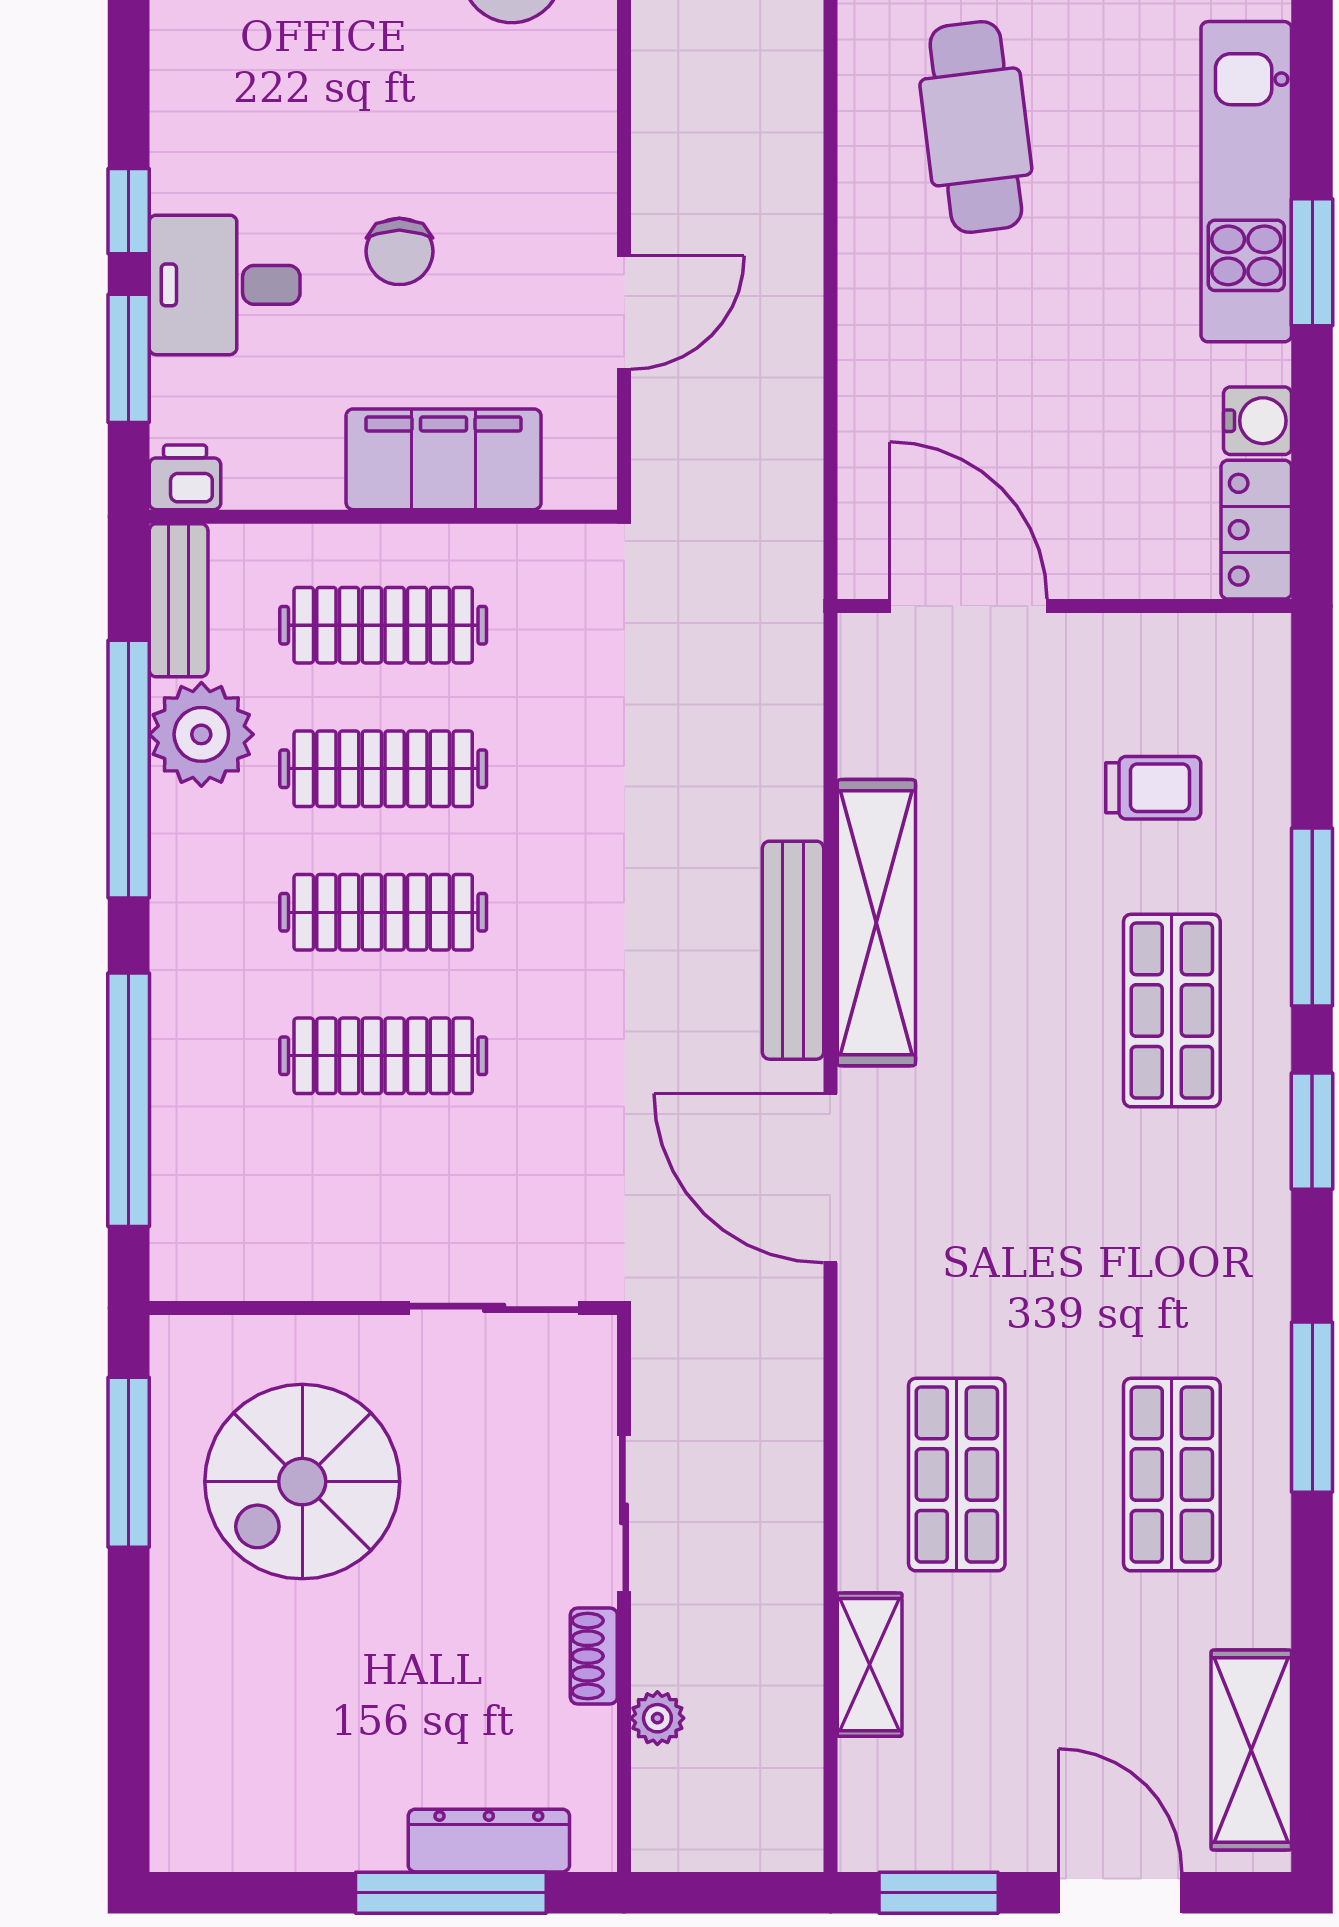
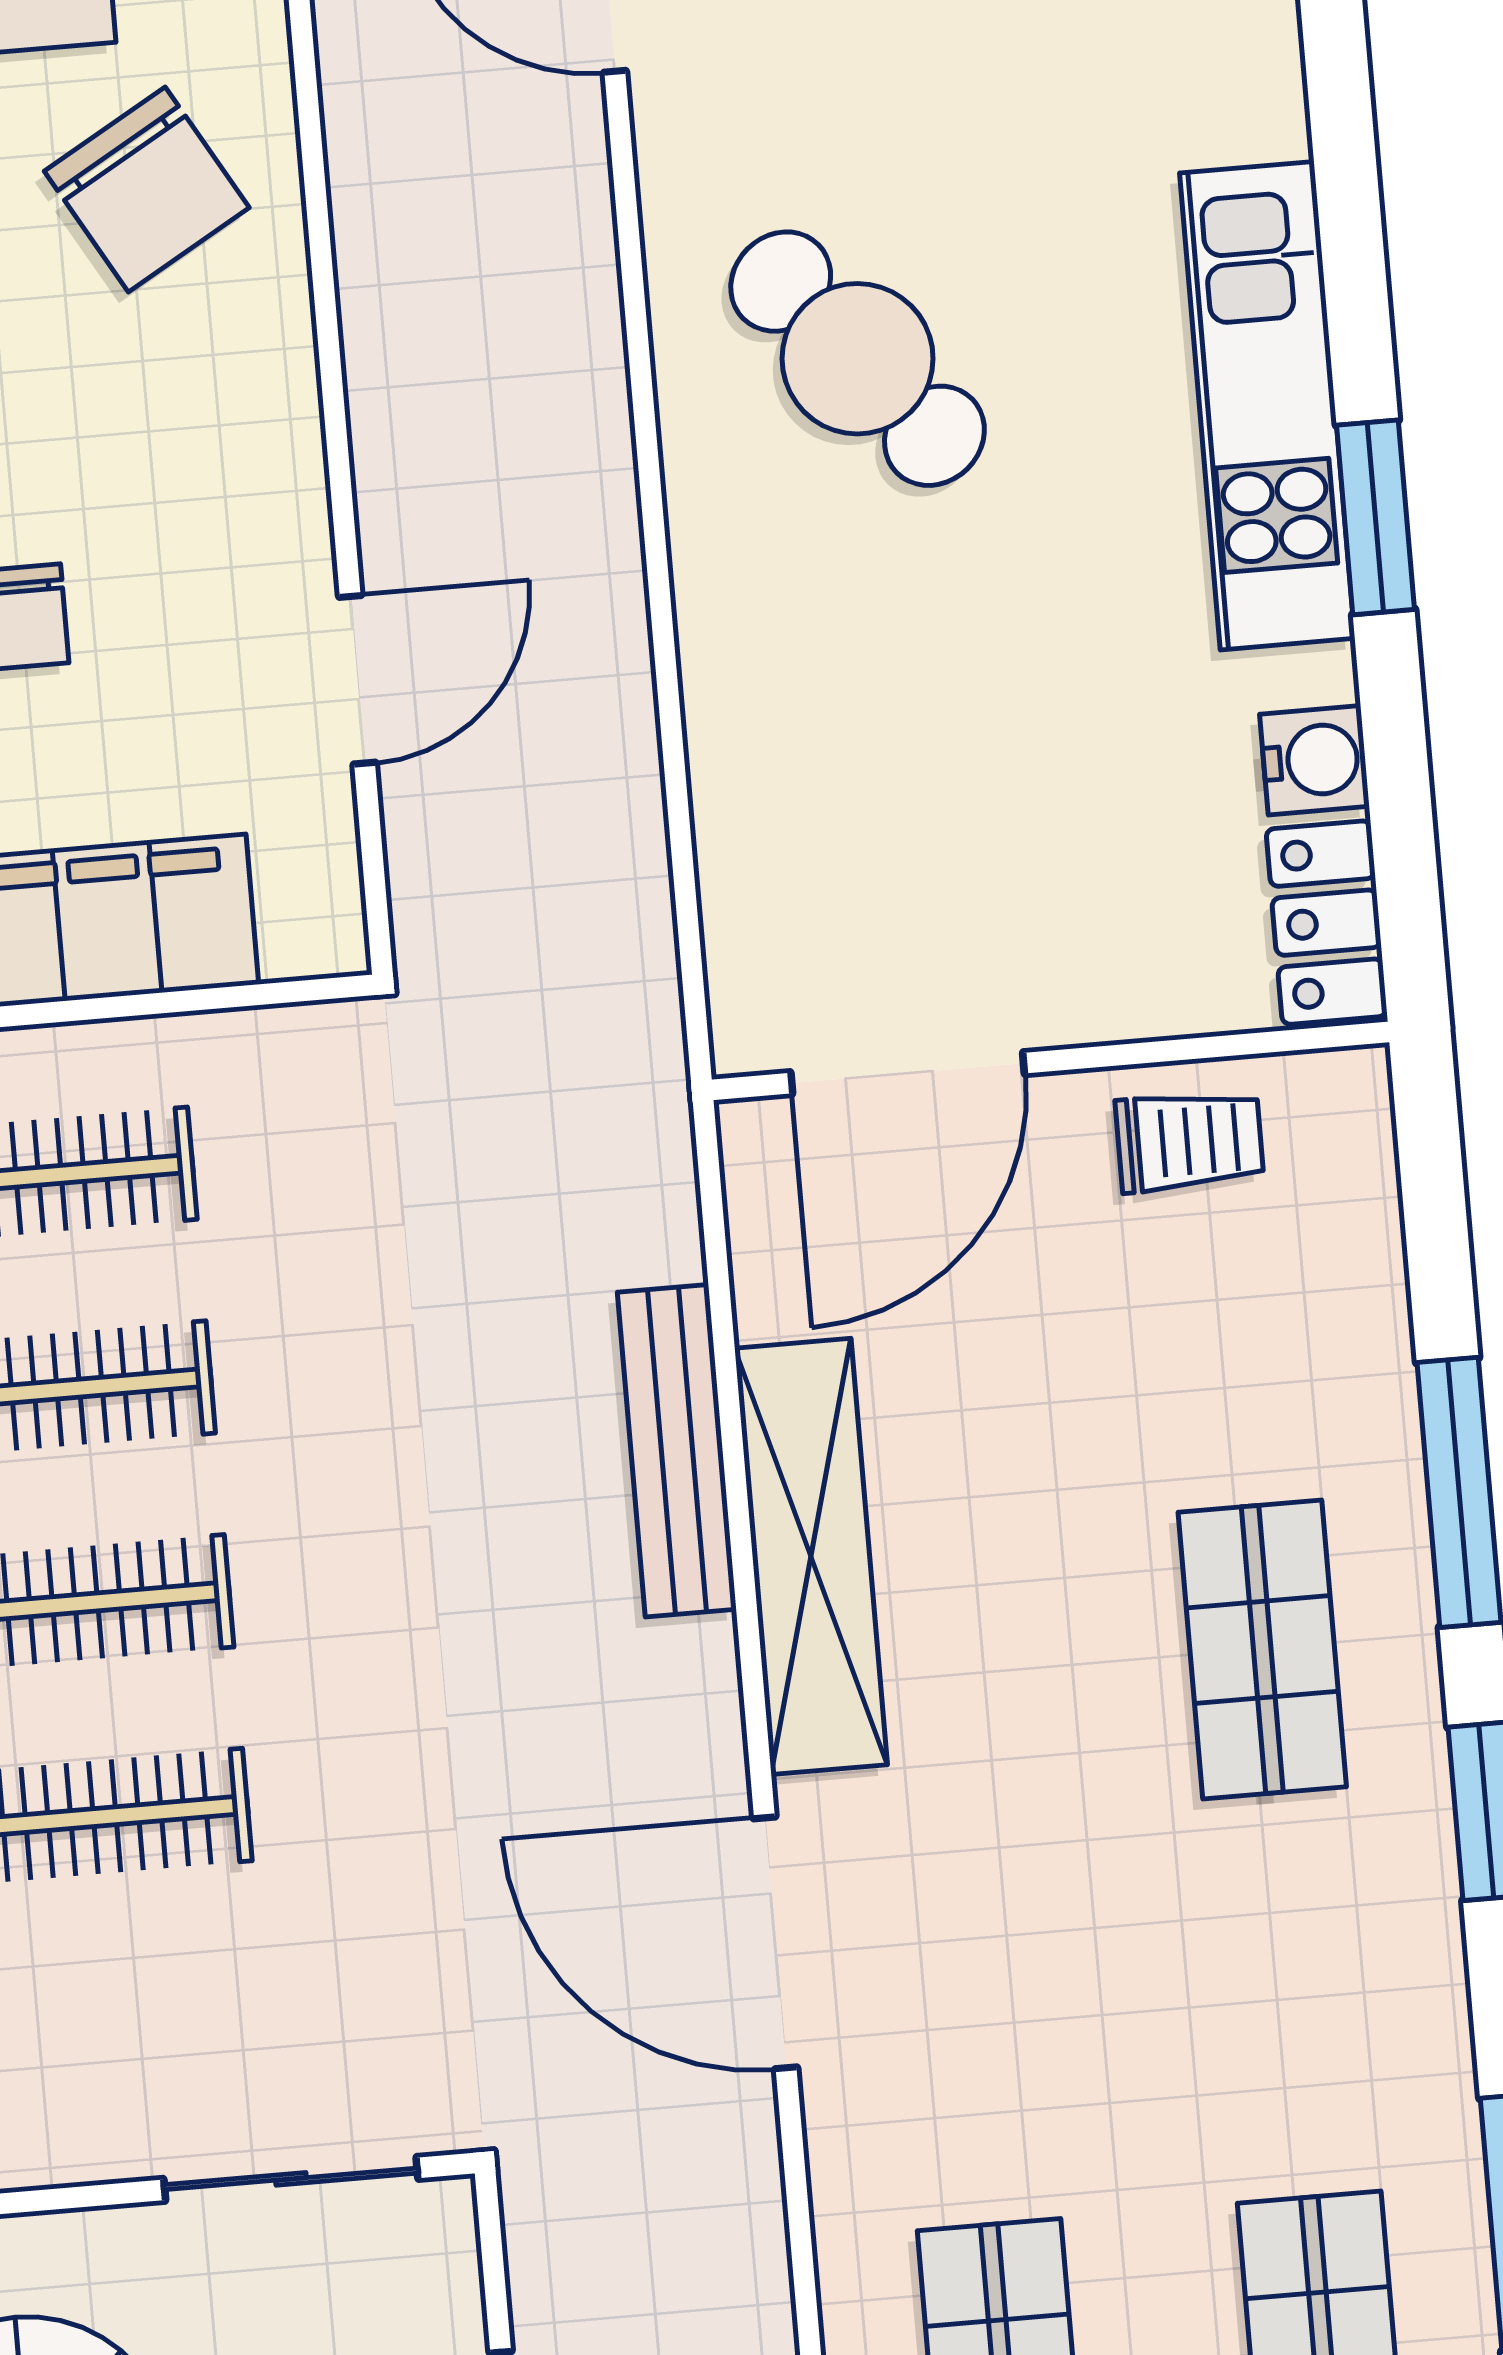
cafe table: (976, 127) -> (858, 359), turned -33
door: (968, 606) -> (908, 1073), swing flipped
trolley: (1153, 788) -> (1189, 1141), moved
bench: (793, 950) -> (677, 1451), moved

